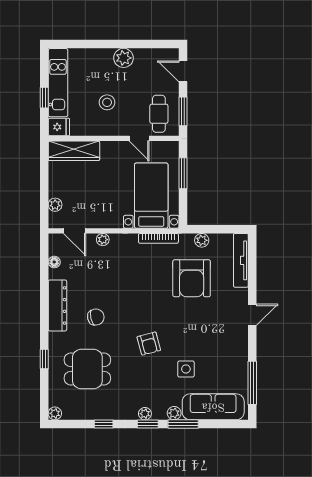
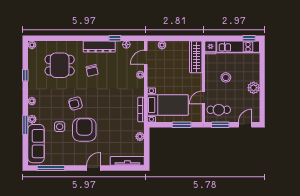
window: (44, 98) -> (249, 38), moved
armchair: (192, 278) -> (84, 130), moved, turned 90
door: (252, 315) -> (93, 168), swing flipped
window: (44, 359) -> (115, 38), moved
dining table: (87, 369) -> (60, 65), turned 90
window: (148, 424) -> (25, 103), removed

